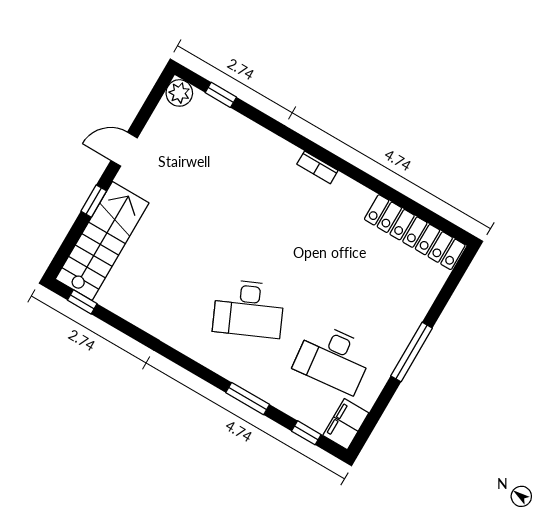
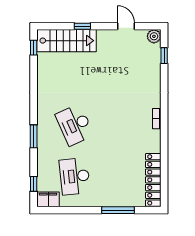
door: (124, 149) -> (126, 26), moved
window: (412, 352) -> (118, 210), moved
window: (248, 399) -> (34, 136), moved

